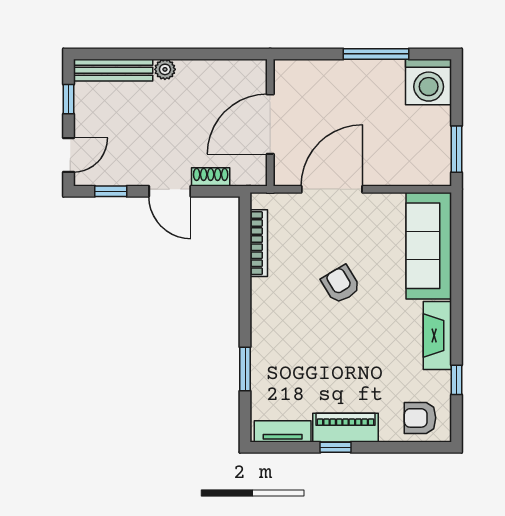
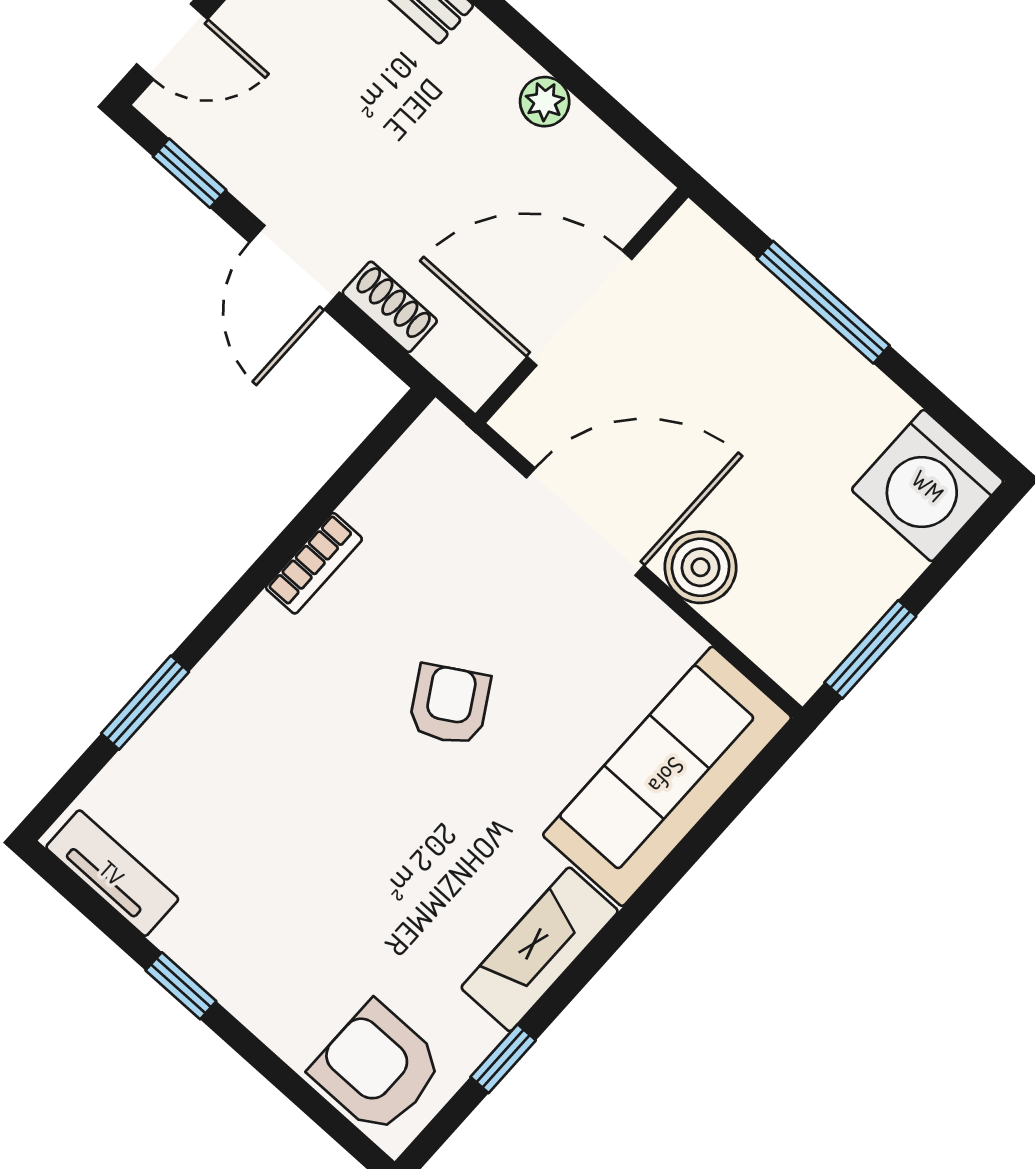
window: (376, 54) -> (823, 302), moved
plant: (165, 69) -> (545, 102), moved
boiler: (381, 171) -> (701, 567), added
bookcase: (259, 243) -> (314, 563), moved, width x0.64
armchair: (420, 418) -> (377, 1068), width x1.38, depth x1.38
piano: (346, 428) -> (230, 967), removed

